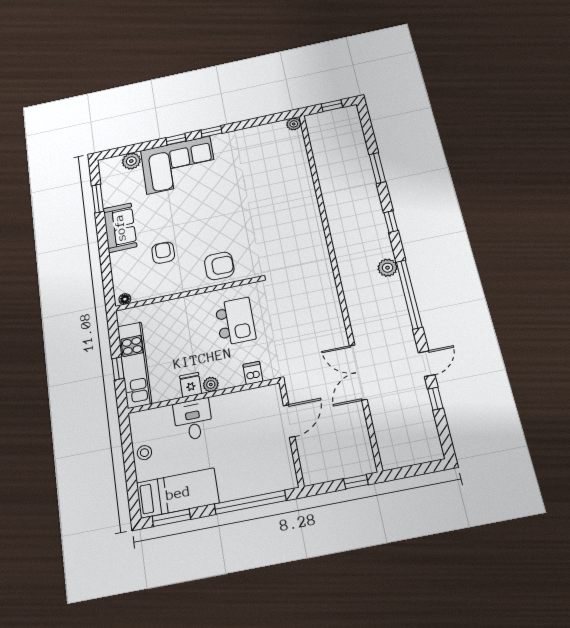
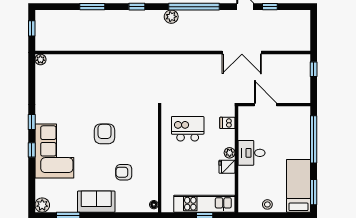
plant: (131, 161) -> (42, 205), moved
armchair: (219, 266) -> (105, 134), moved
desk: (193, 420) -> (251, 153), moved

